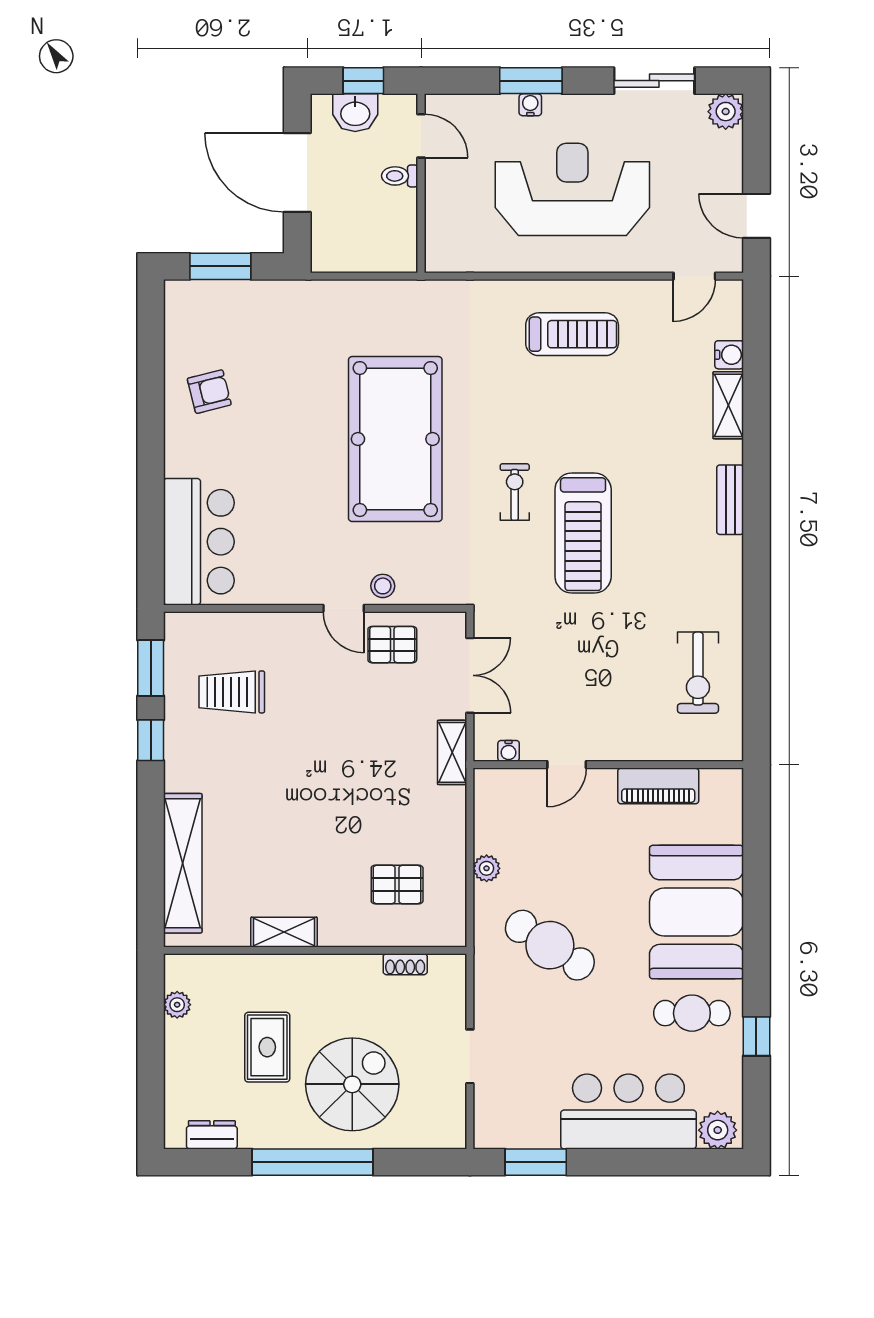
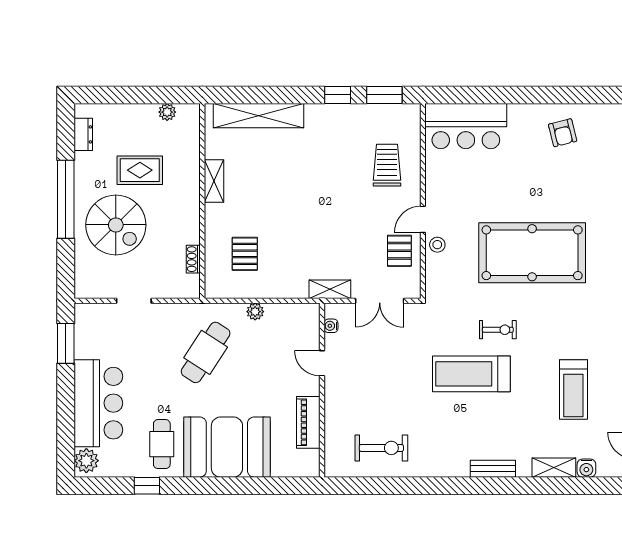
treadmill: (572, 334) -> (573, 390), moved
exercise bike: (698, 673) -> (381, 448), turned 180
trolley: (232, 692) -> (387, 165), moved

